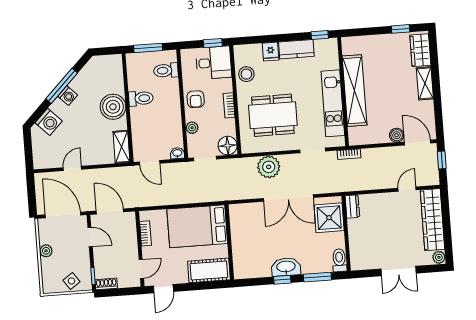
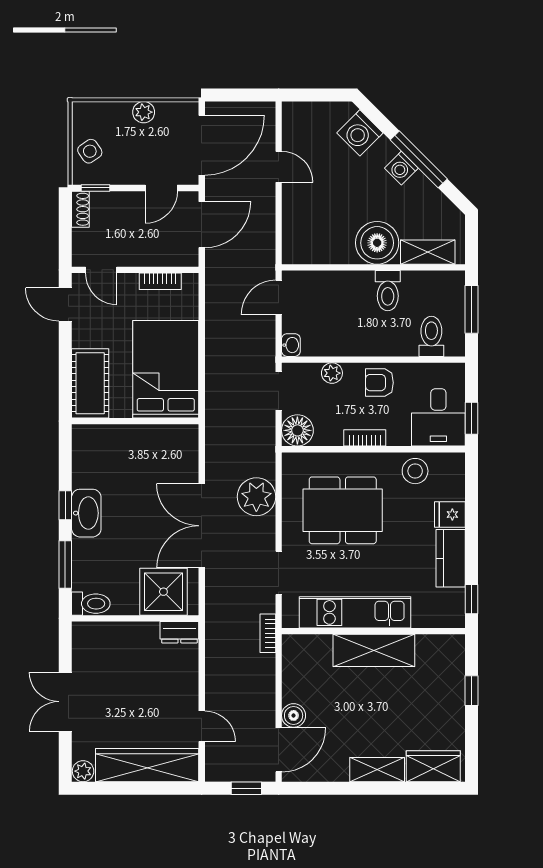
window: (400, 29) -> (471, 691), moved
shelving: (354, 91) -> (374, 650), width x0.68
dining table: (273, 115) -> (343, 510), turned 90
shelving: (121, 147) -> (428, 252), moved

